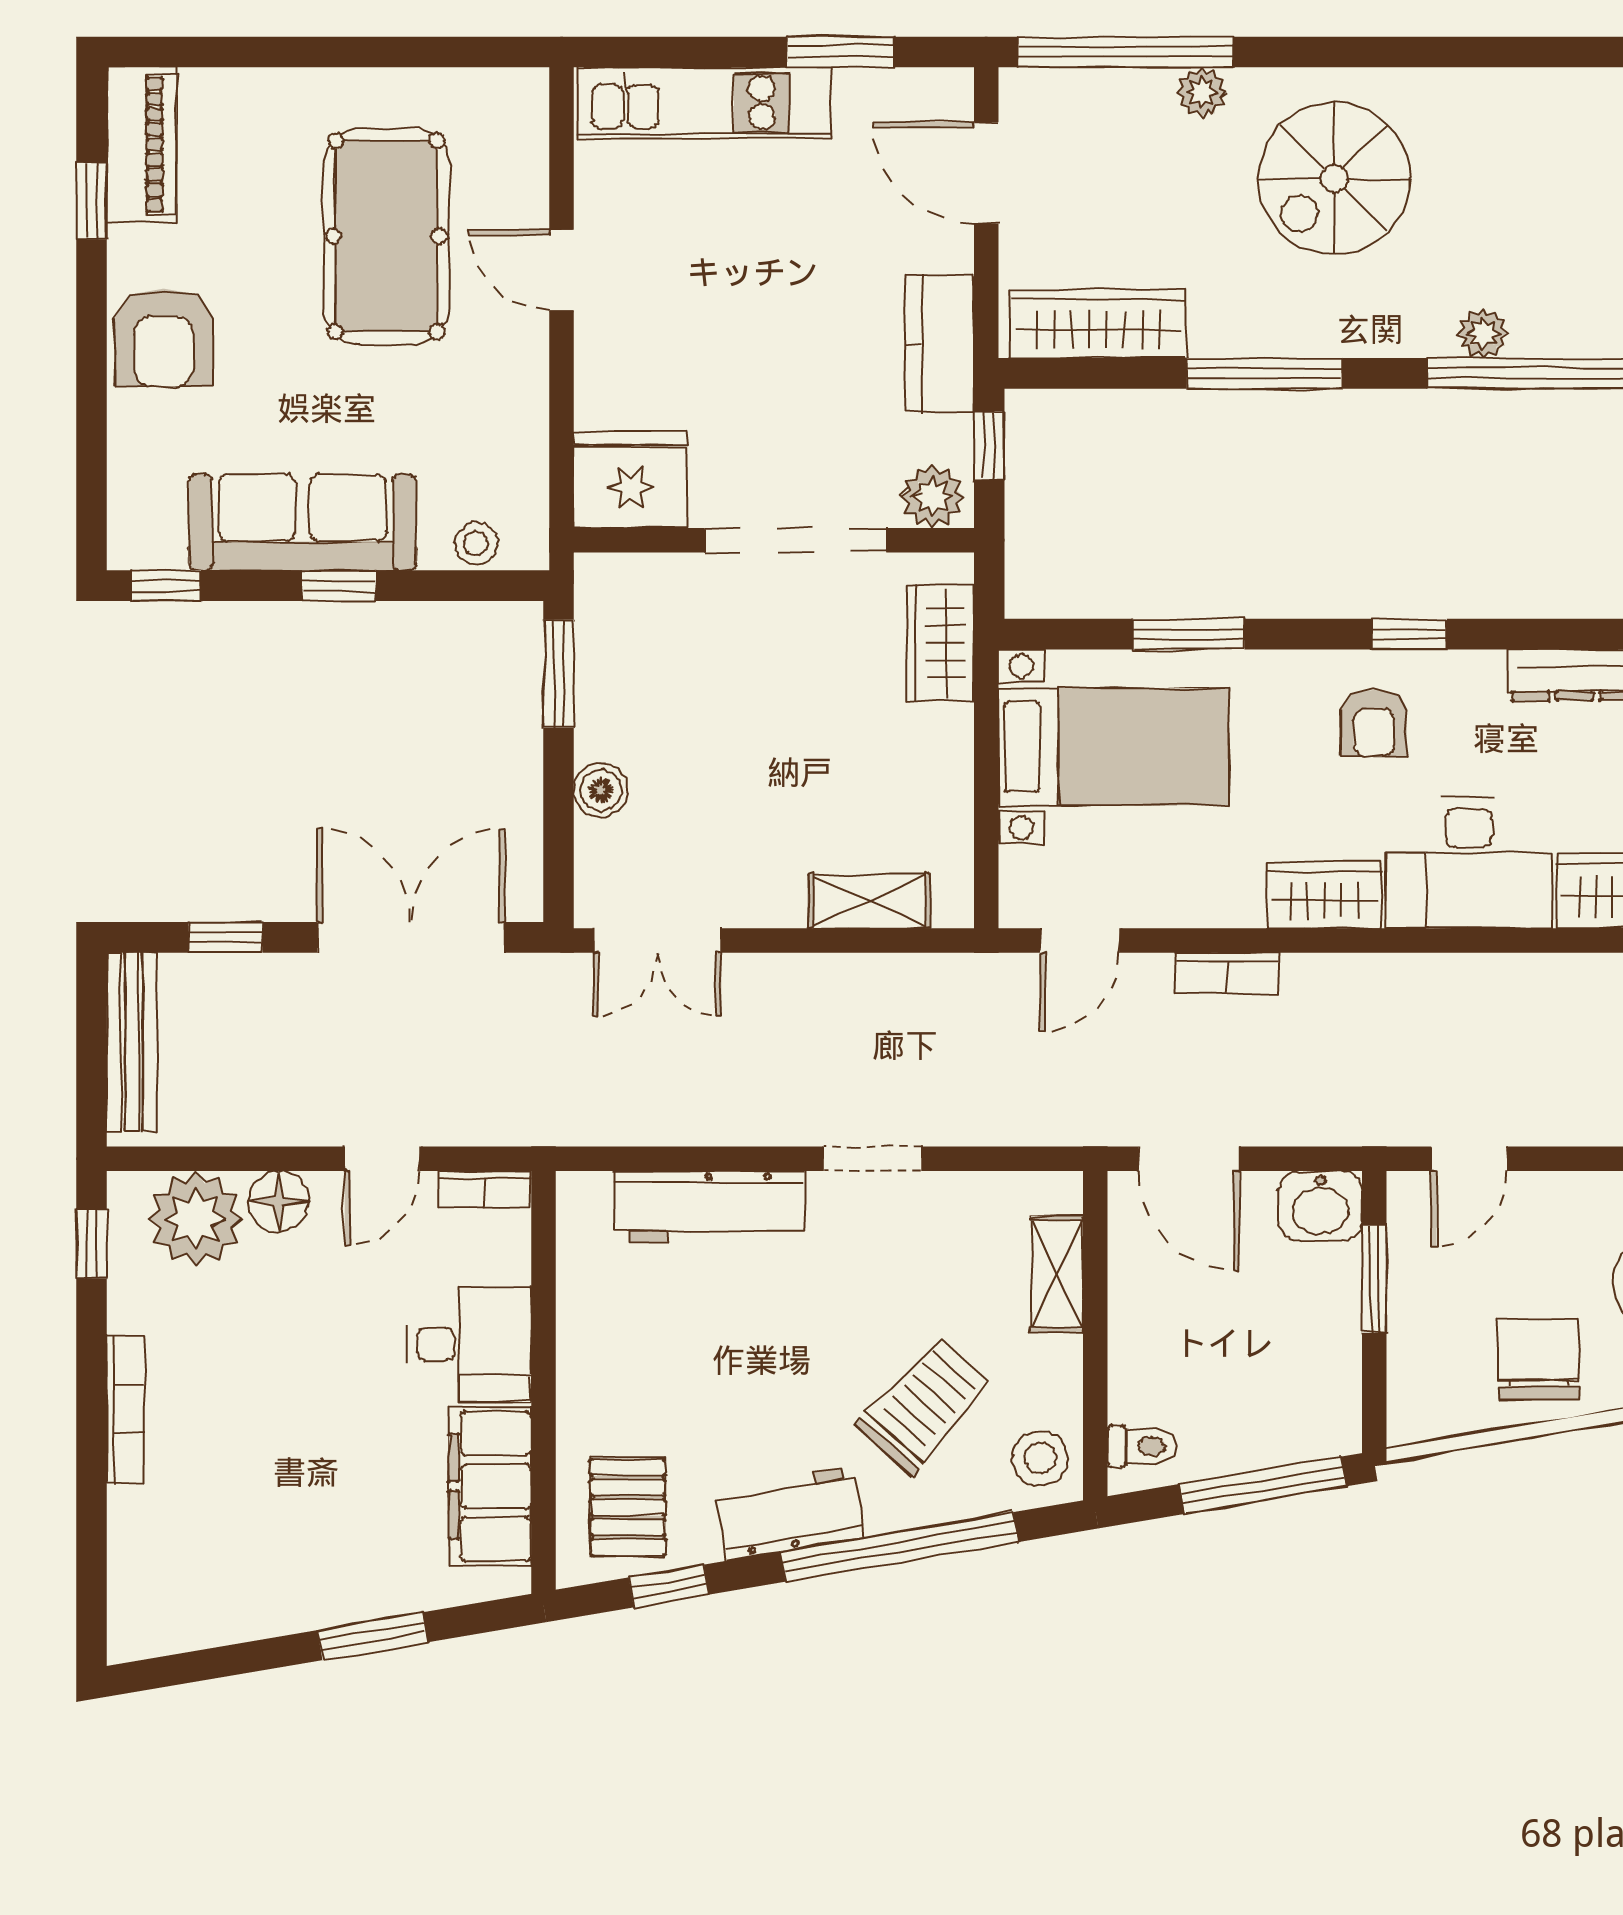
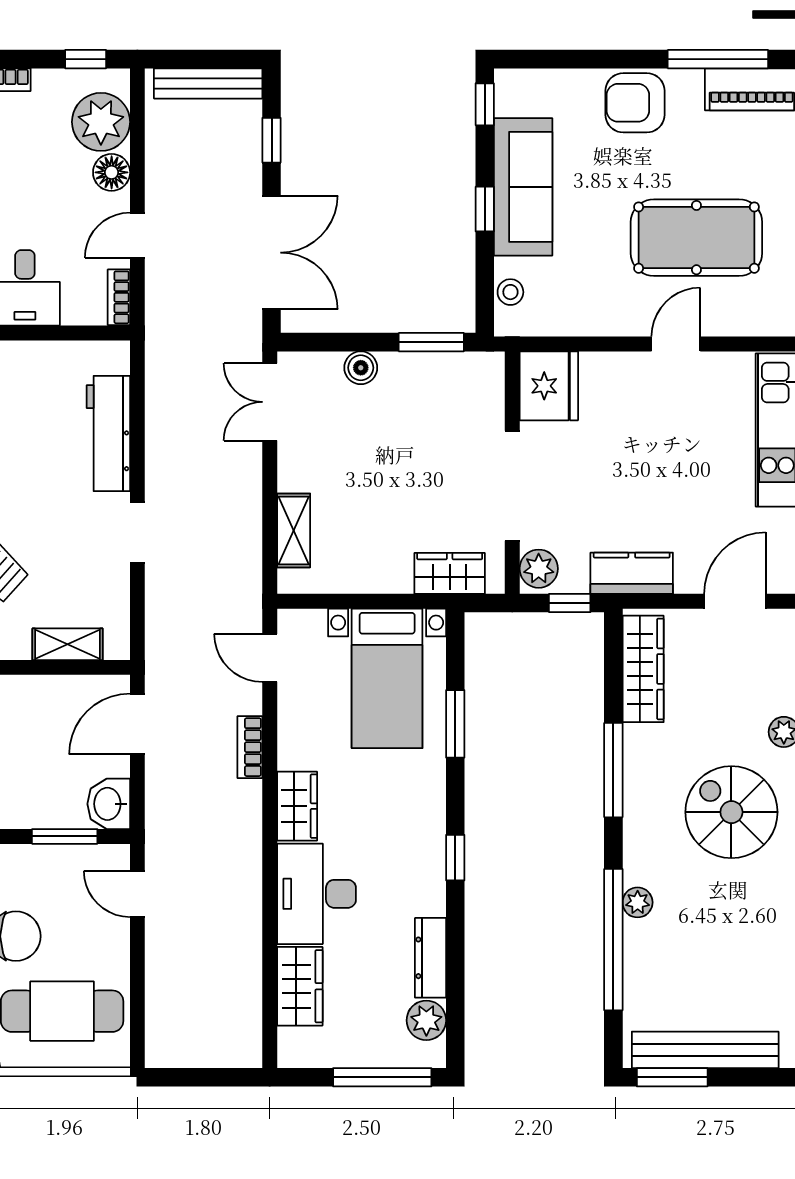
window: (92, 201) -> (718, 59), width x2.17
armchair: (1374, 723) -> (401, 836), removed
door: (382, 1159) -> (137, 235), hinge flipped

